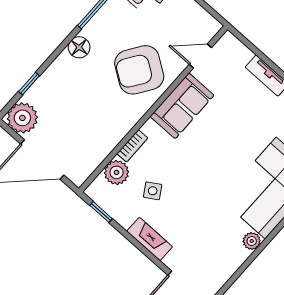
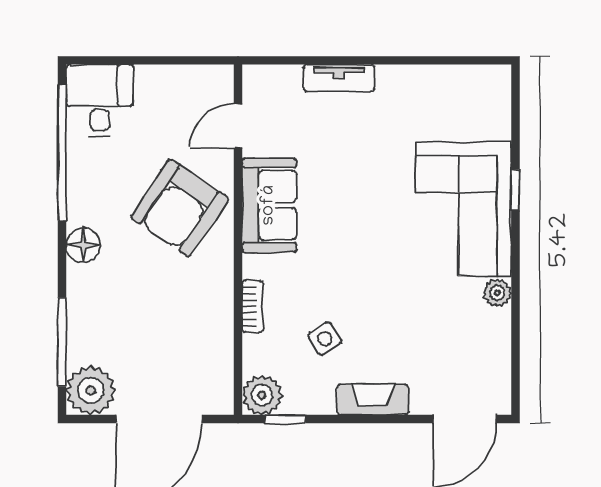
window: (29, 84) -> (62, 342), width x2.17
plant: (117, 172) -> (262, 395), moved

